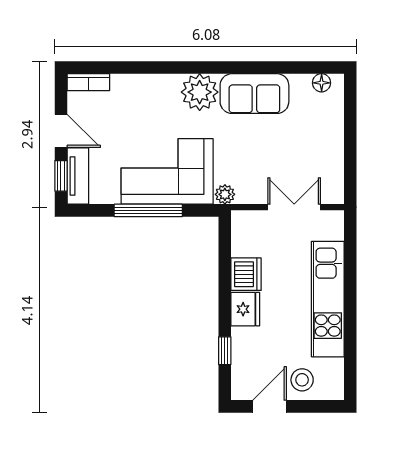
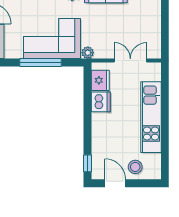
fridge: (245, 309) -> (100, 80), moved
window: (225, 351) -> (88, 163), moved
door: (270, 406) -> (115, 183), hinge flipped

